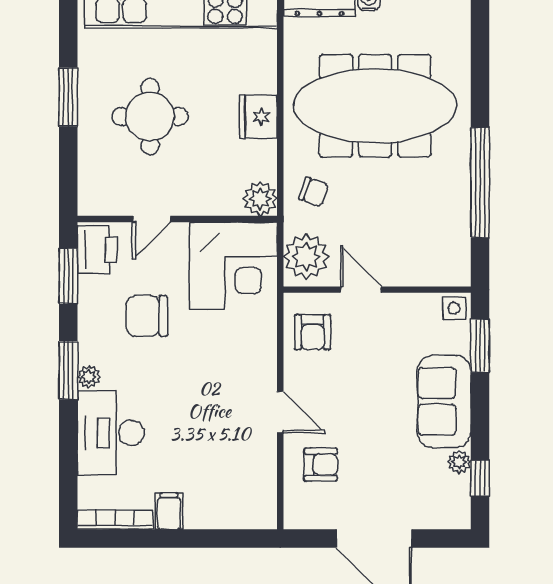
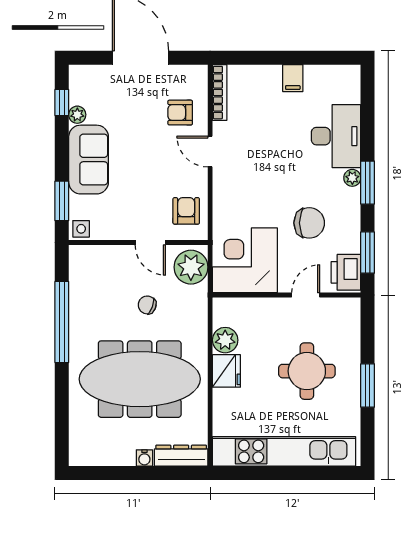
chair: (314, 192) -> (147, 305), moved
plant: (260, 199) -> (225, 340), moved
bookcase: (115, 520) -> (220, 93), moved, turned -90

